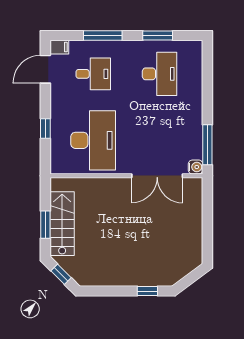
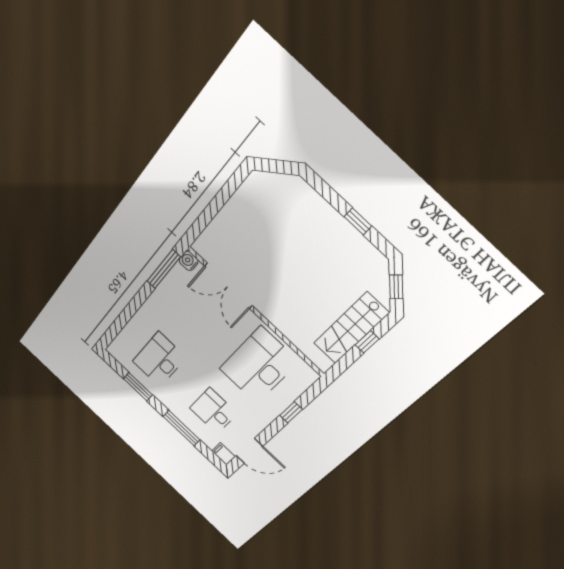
double door: (157, 176) -> (228, 286), swing flipped
window: (45, 225) -> (367, 342), width x0.67
window: (147, 291) -> (358, 221), moved

